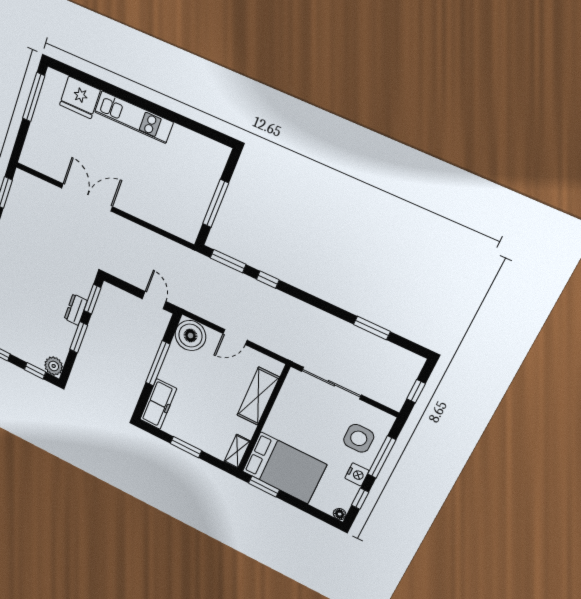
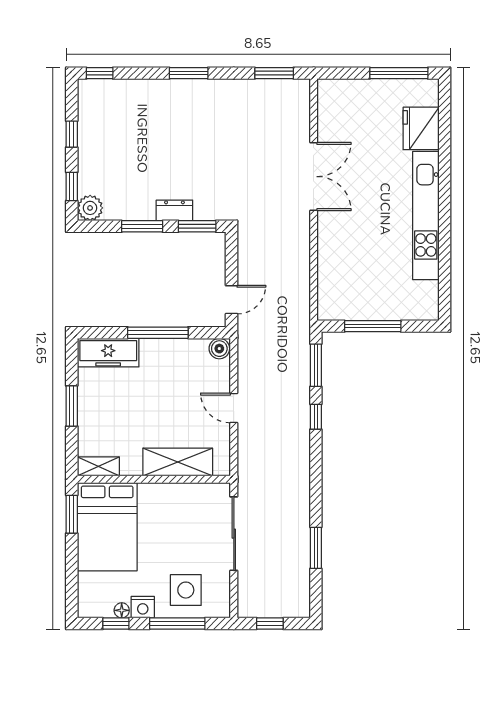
kitchen unit: (134, 117) -> (426, 216), width x1.36
boiler: (190, 336) -> (219, 349), width x0.54, depth x0.54
floor lamp: (340, 514) -> (122, 610), moved

